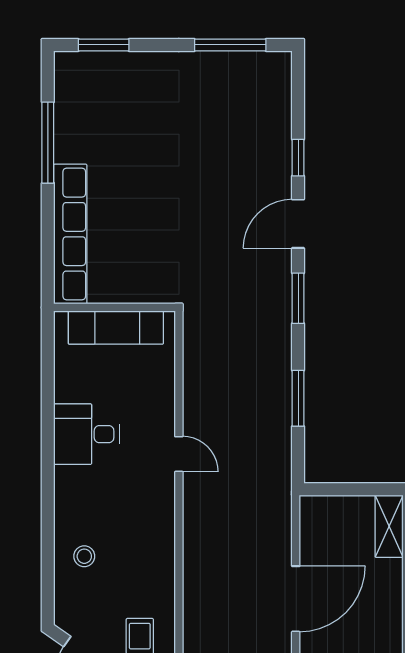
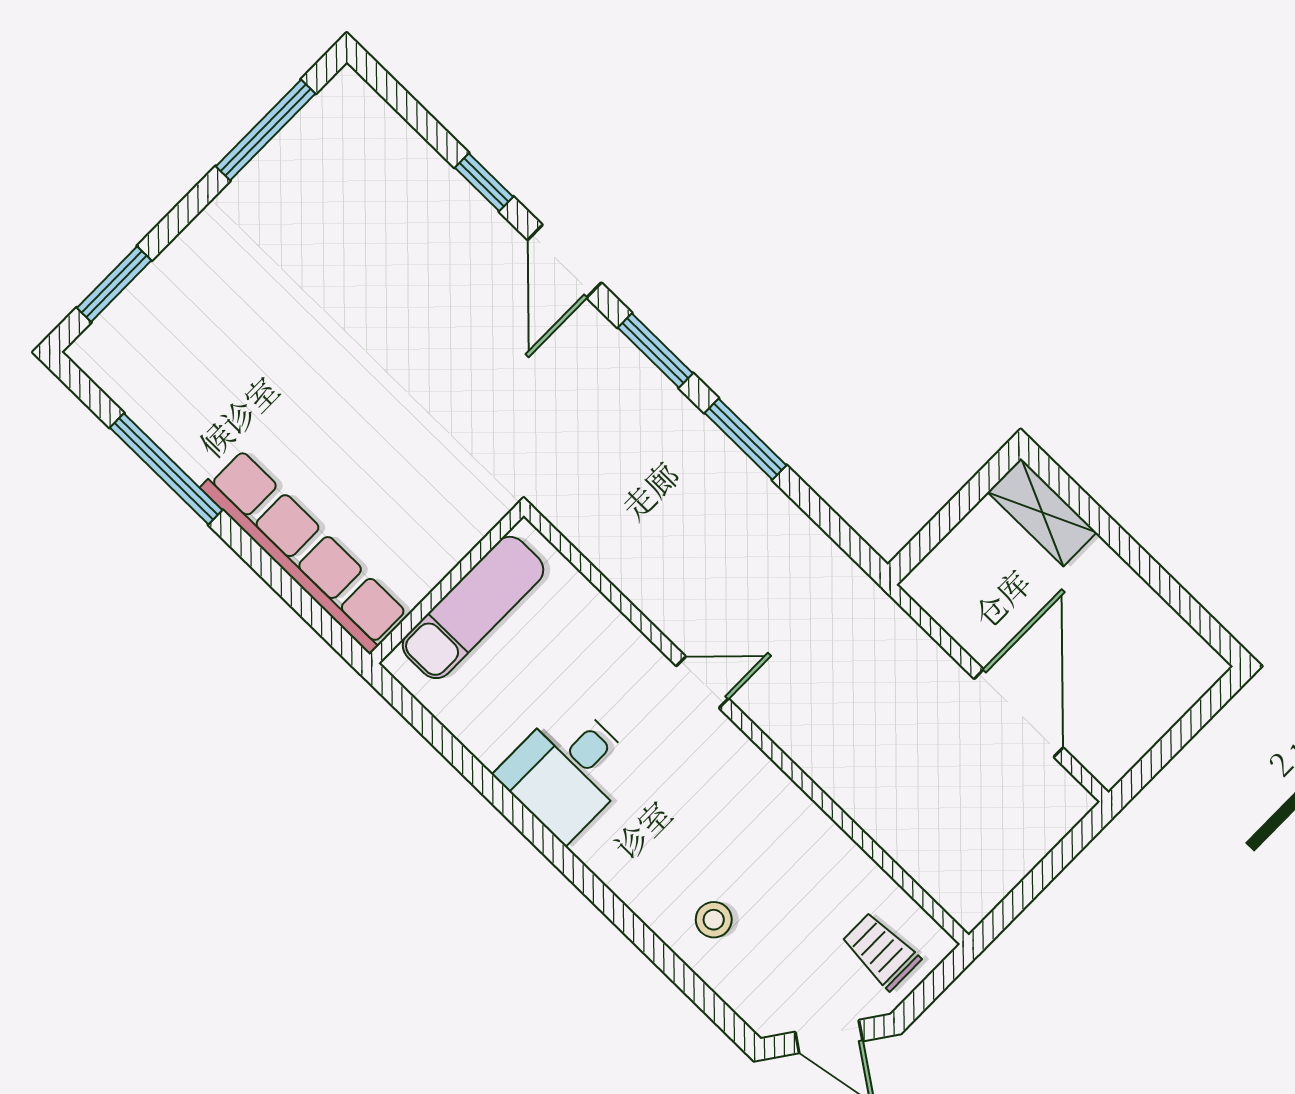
window: (298, 398) -> (745, 439), moved

